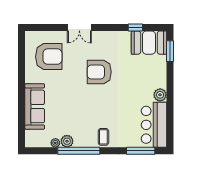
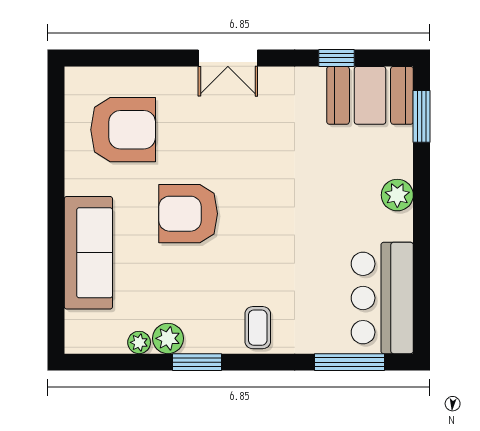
double door: (79, 27) -> (228, 58), moved
armchair: (99, 72) -> (188, 214), moved
plant: (160, 95) -> (397, 195), moved
window: (79, 151) -> (197, 362), width x0.47

